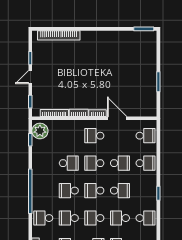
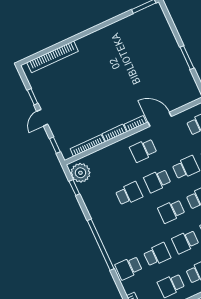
school desk: (69, 191) -> (143, 224), removed
school desk: (69, 218) -> (157, 255), turned 180

